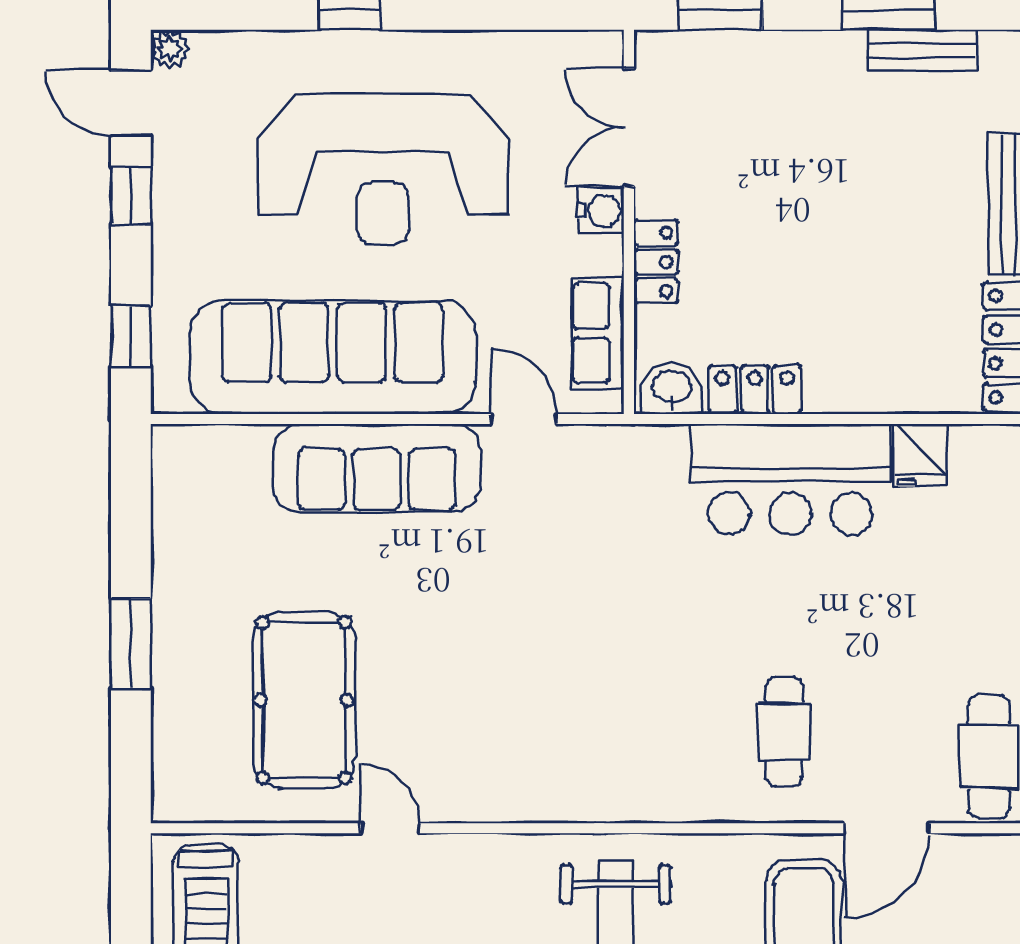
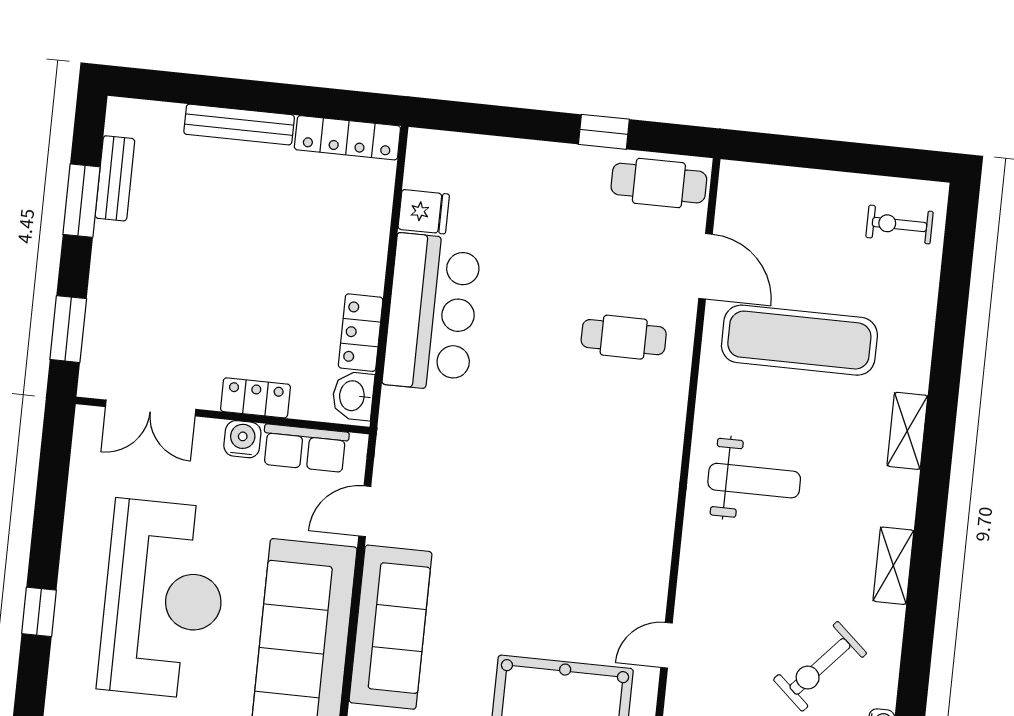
water cooler: (601, 211) -> (242, 439), moved

